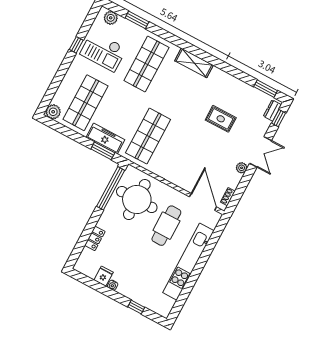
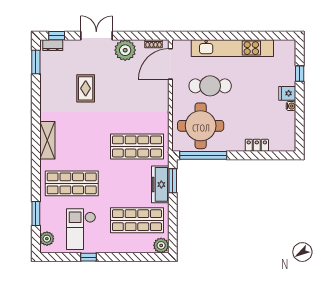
checkout: (103, 51) -> (81, 229), turned 180
plant: (242, 168) -> (125, 50), width x1.87, depth x1.87
fridge: (104, 276) -> (287, 93), moved

